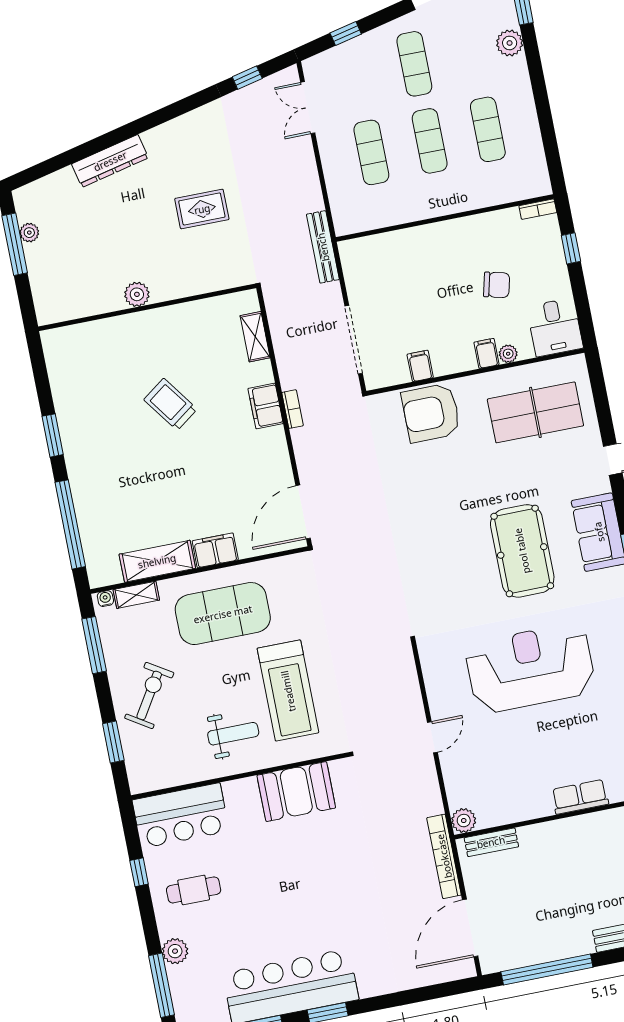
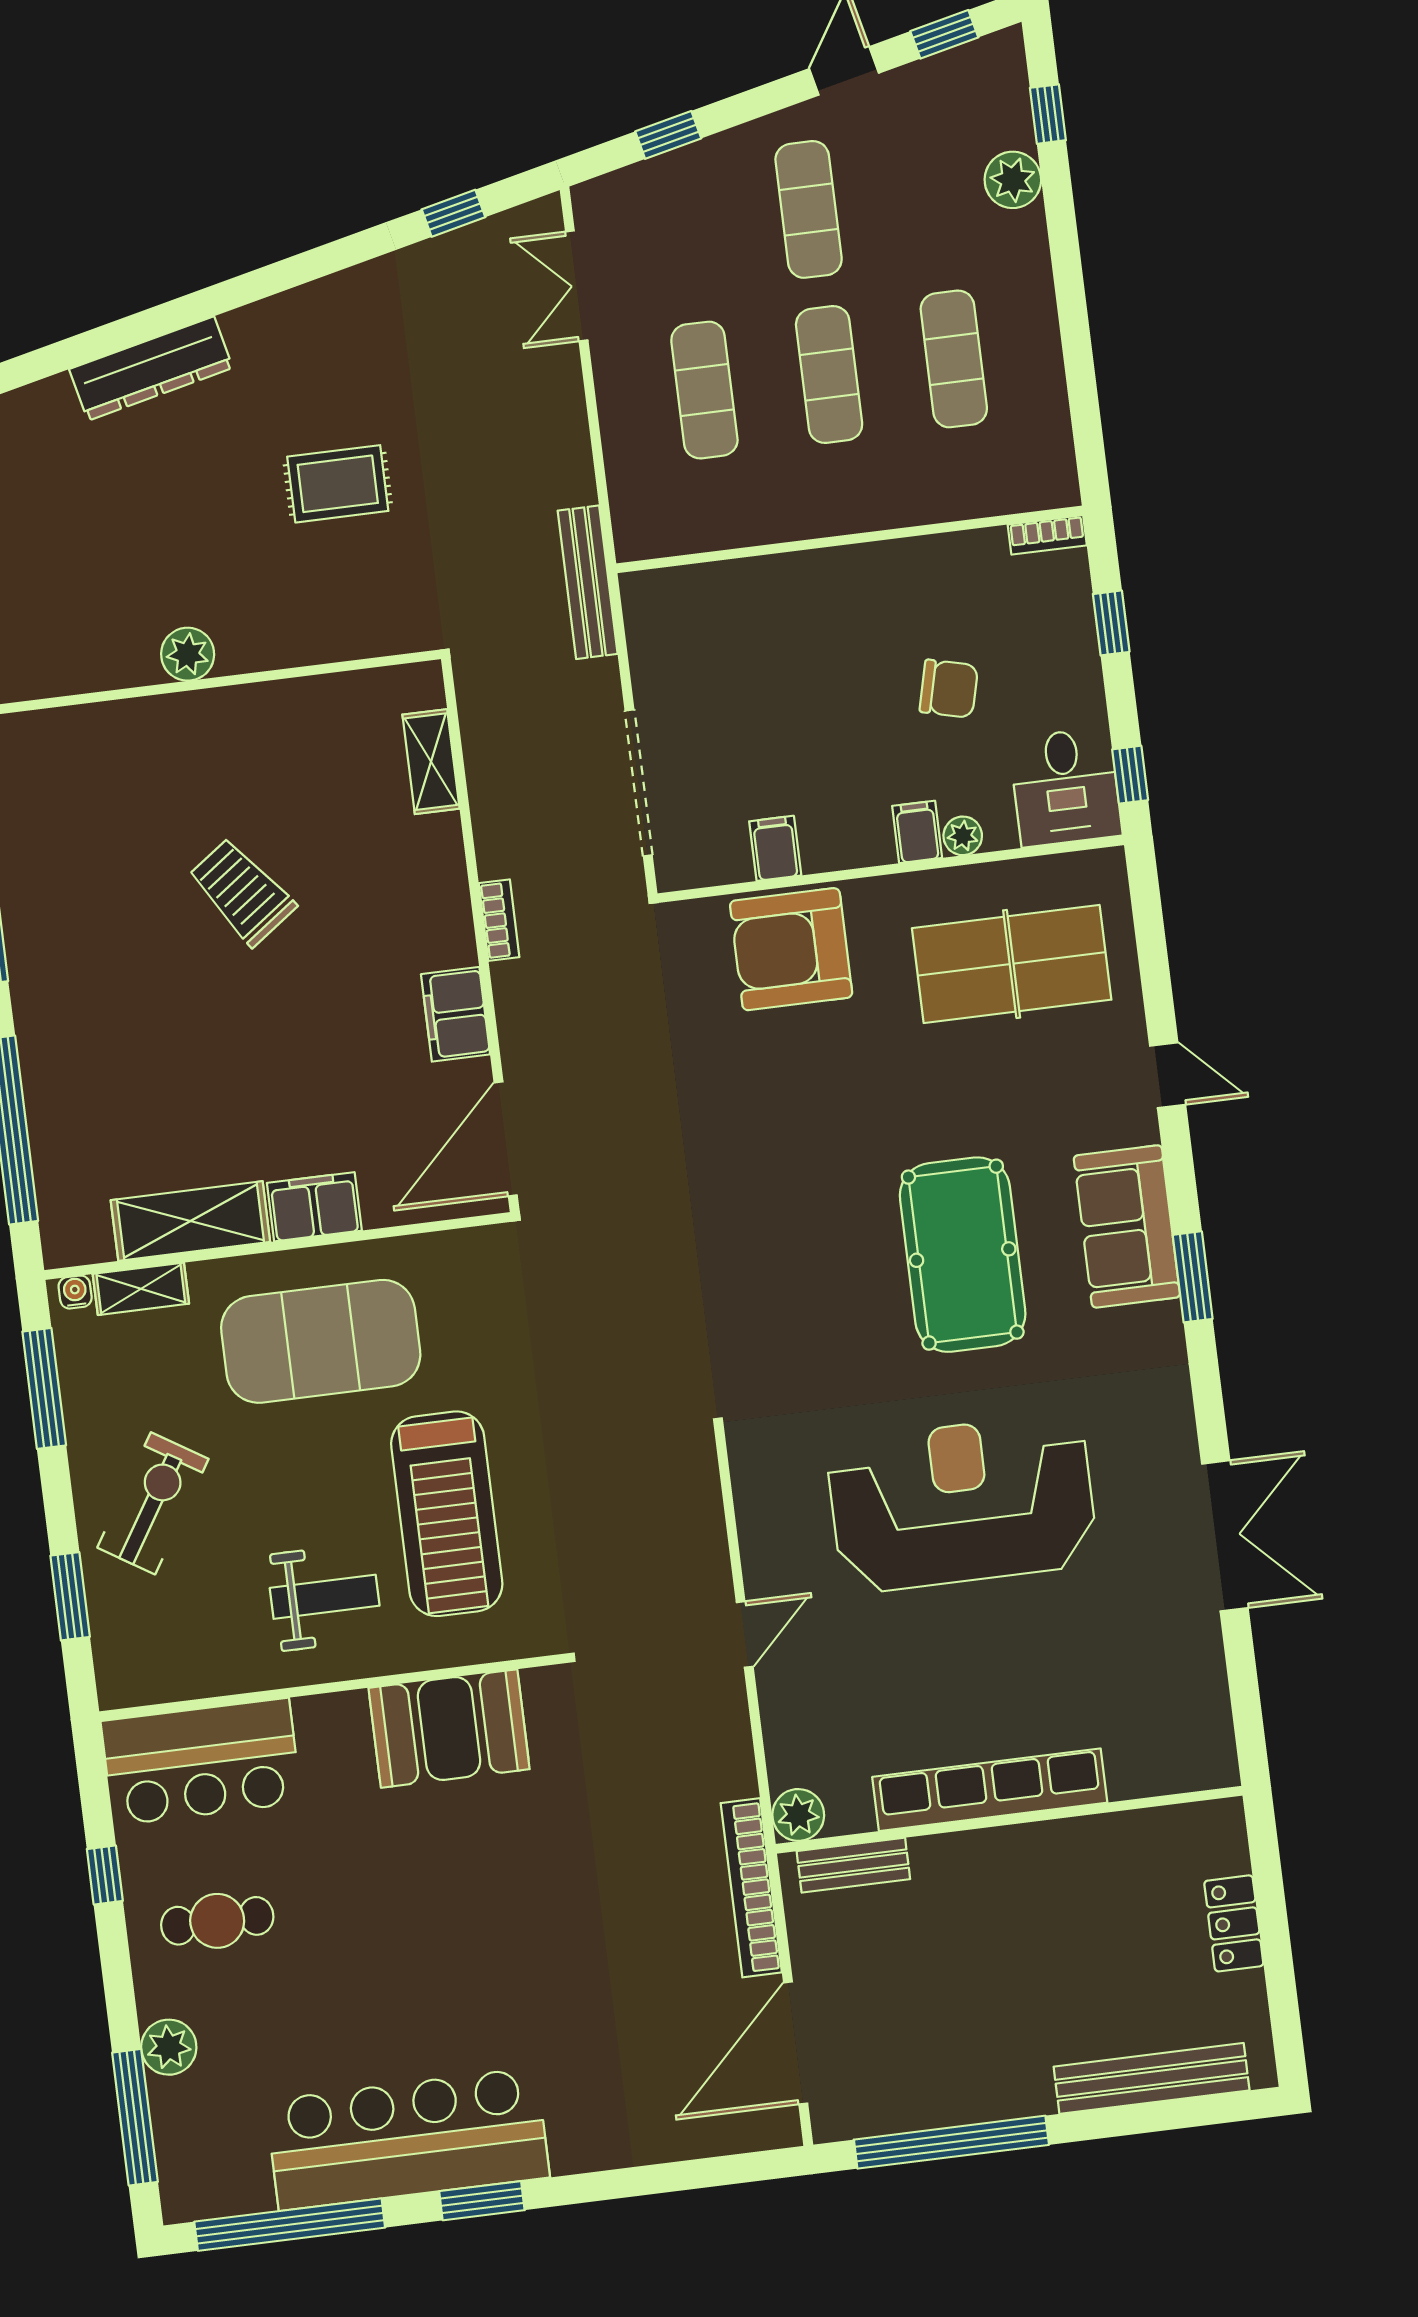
window: (585, 319) -> (1130, 775), added
filing cabinet: (266, 406) -> (456, 1014), moved
row of seats: (580, 797) -> (990, 1790), width x2.02

